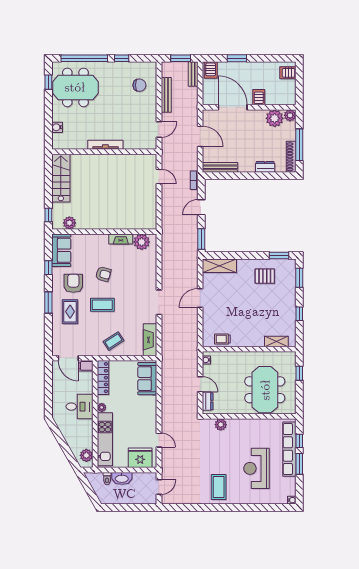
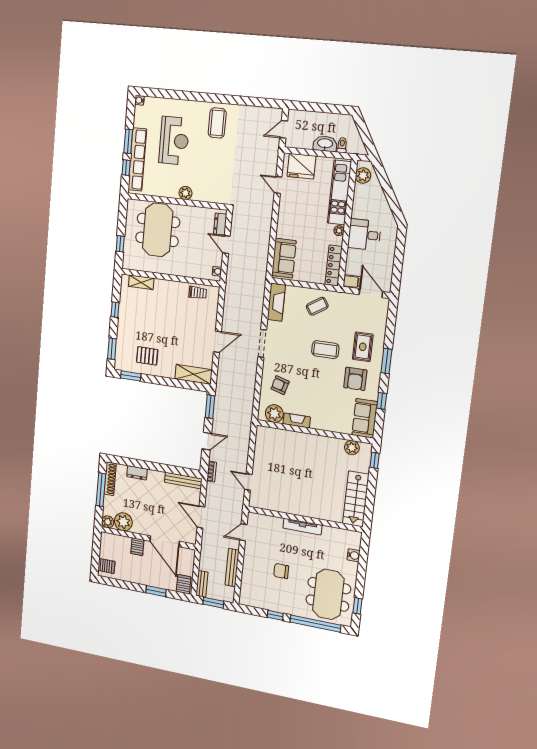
chair: (139, 85) -> (281, 571), moved
meeting table: (75, 87) -> (328, 594), turned 90
armchair: (103, 274) -> (280, 385), moved
plant: (221, 425) -> (185, 193), moved

